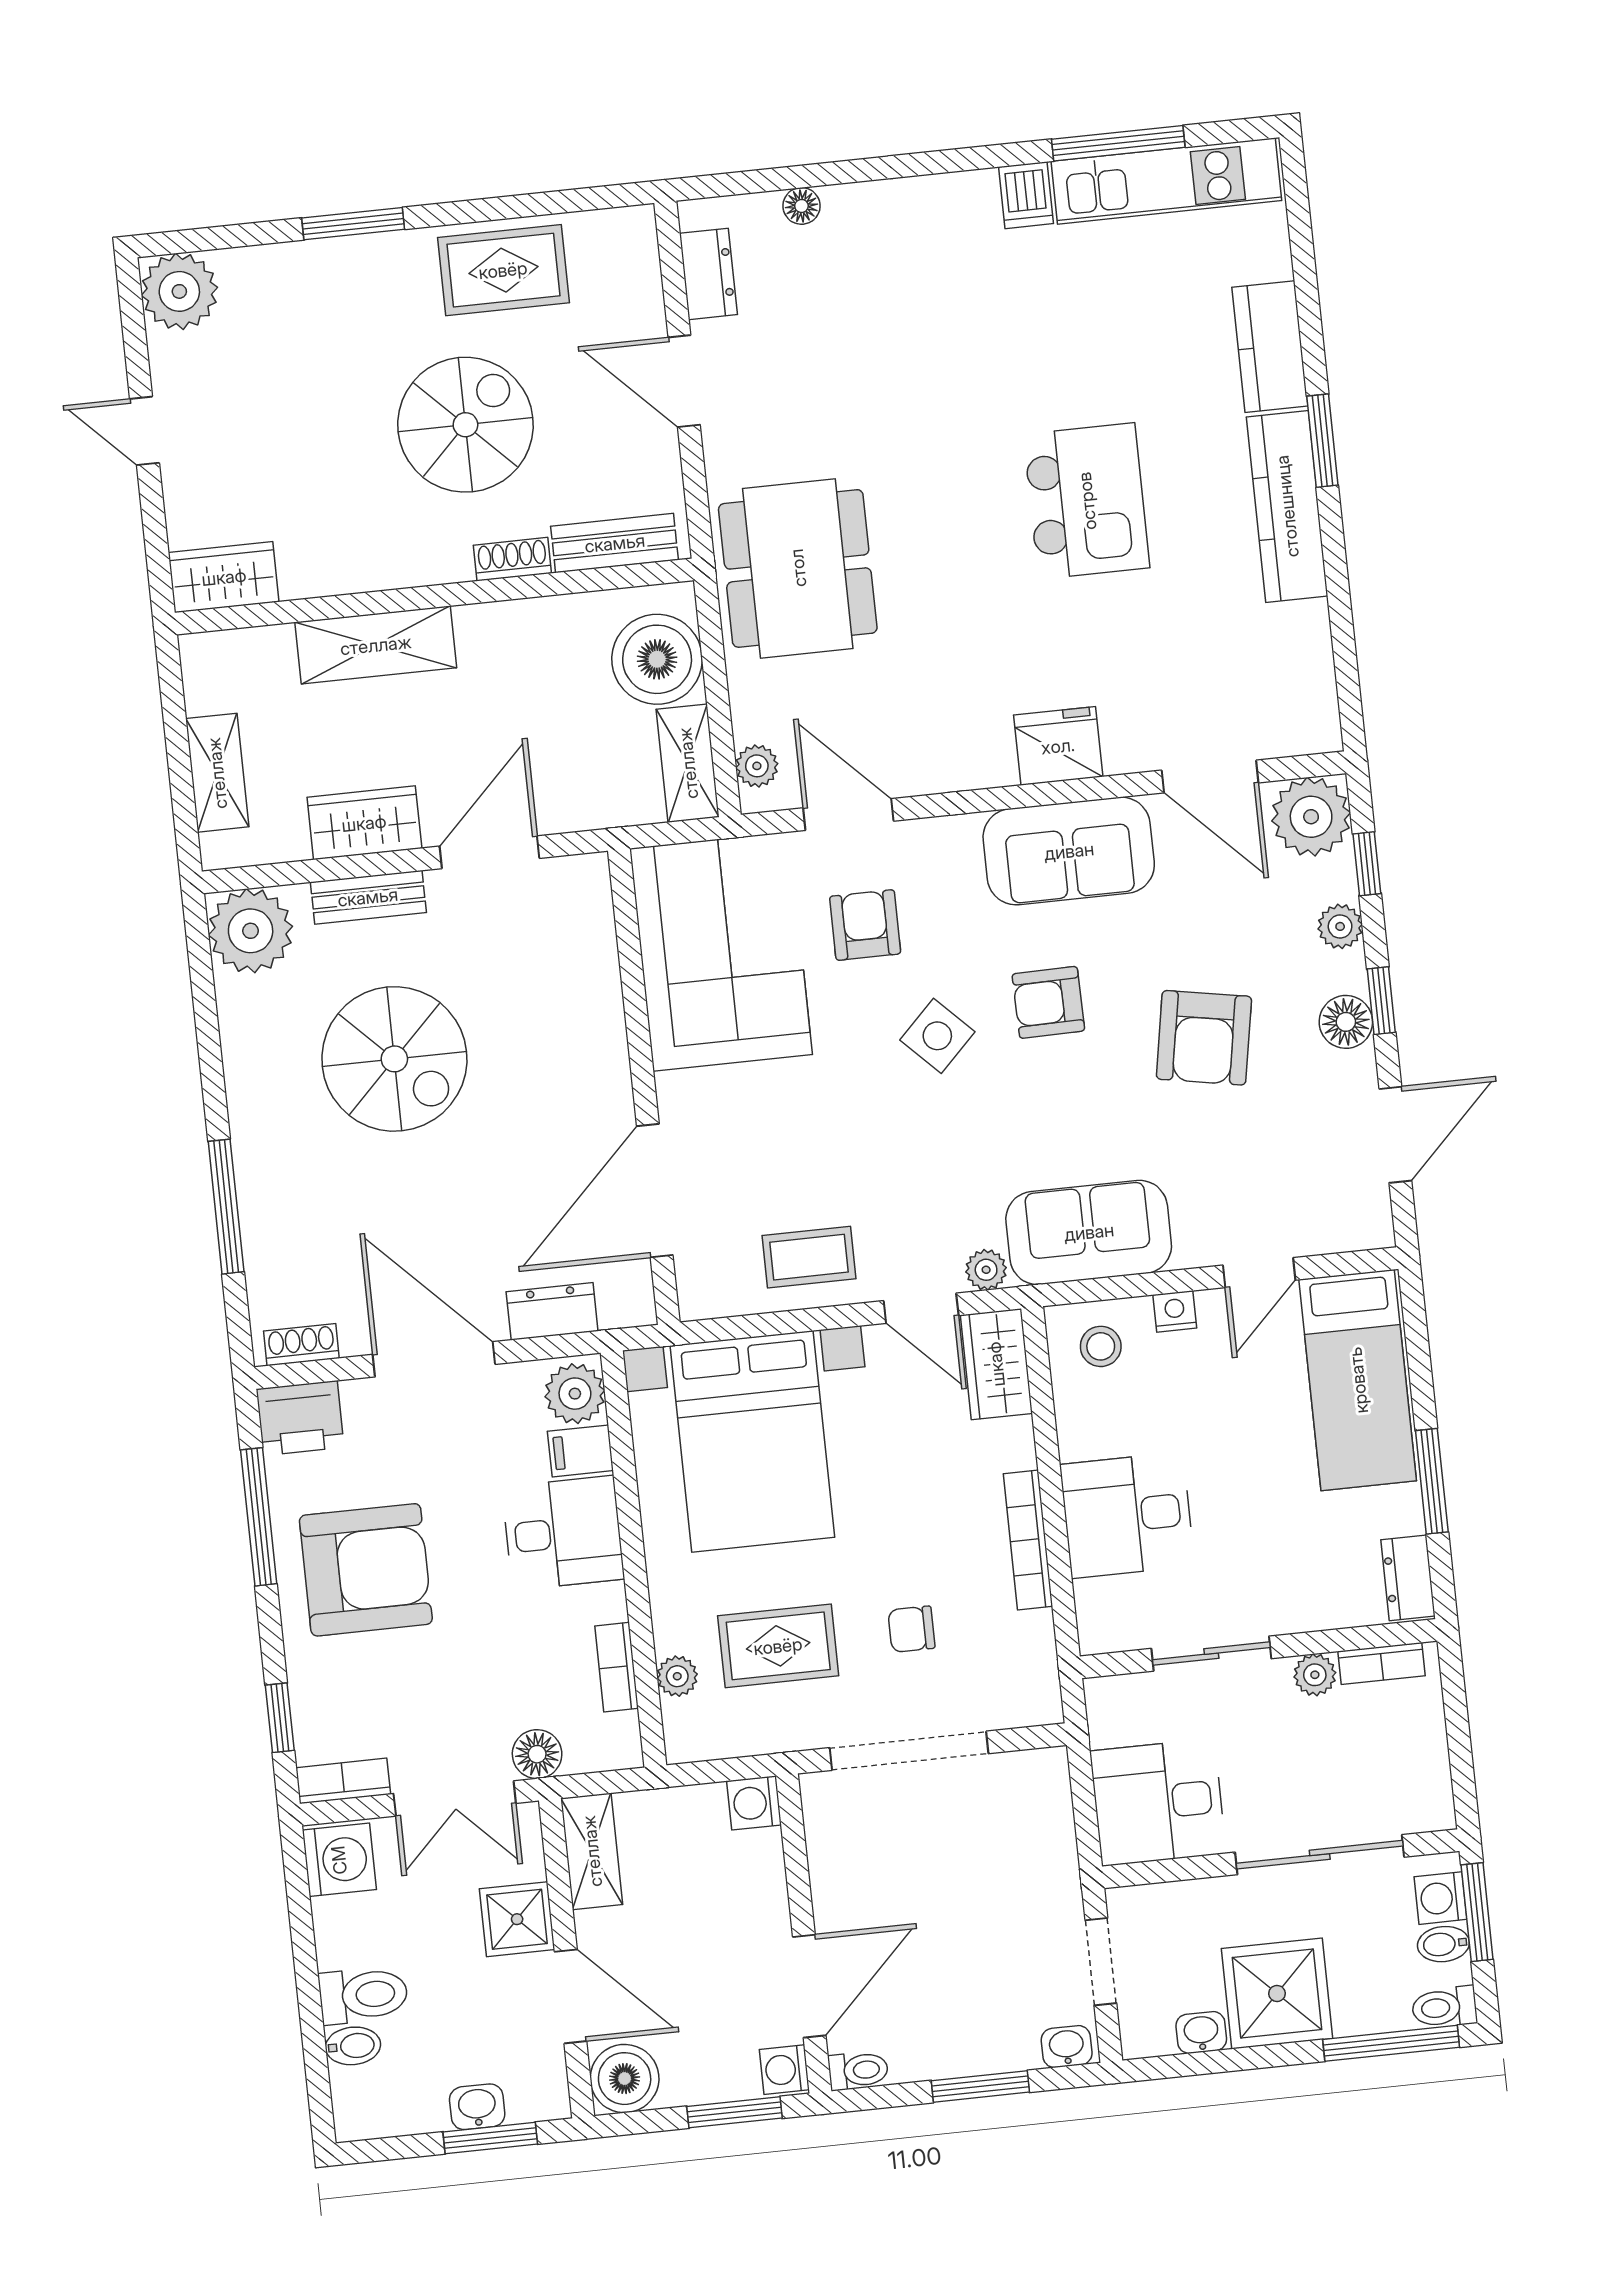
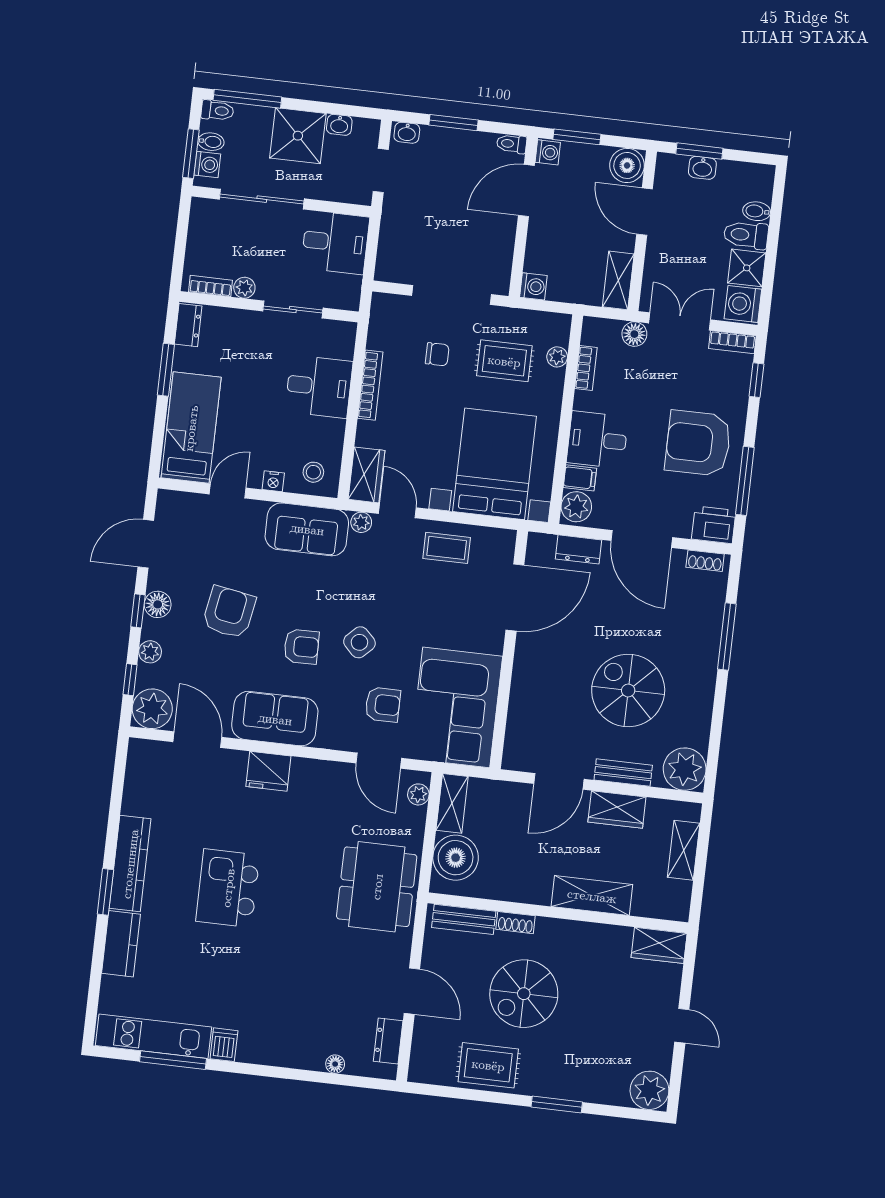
armchair: (865, 925) -> (383, 705), turned -90
shower: (517, 1919) -> (747, 268), moved

